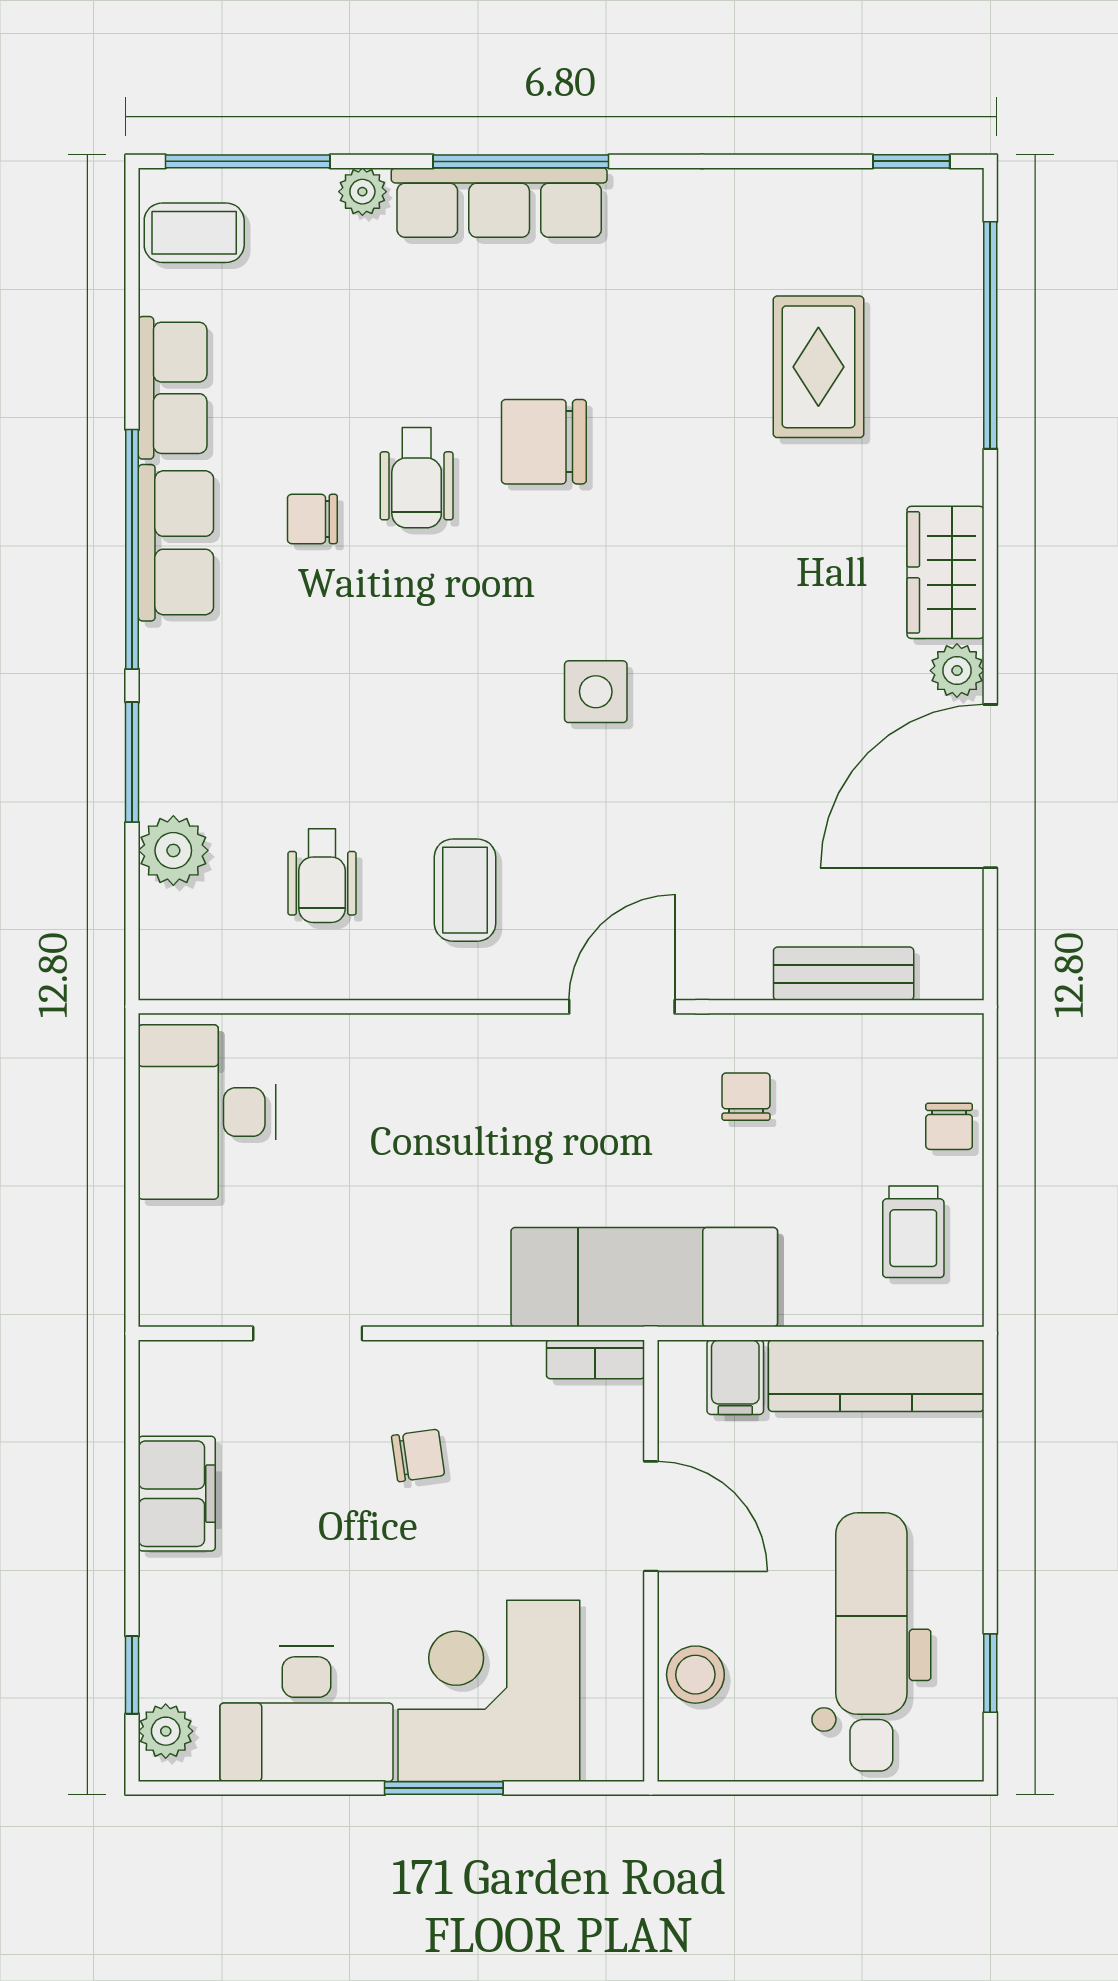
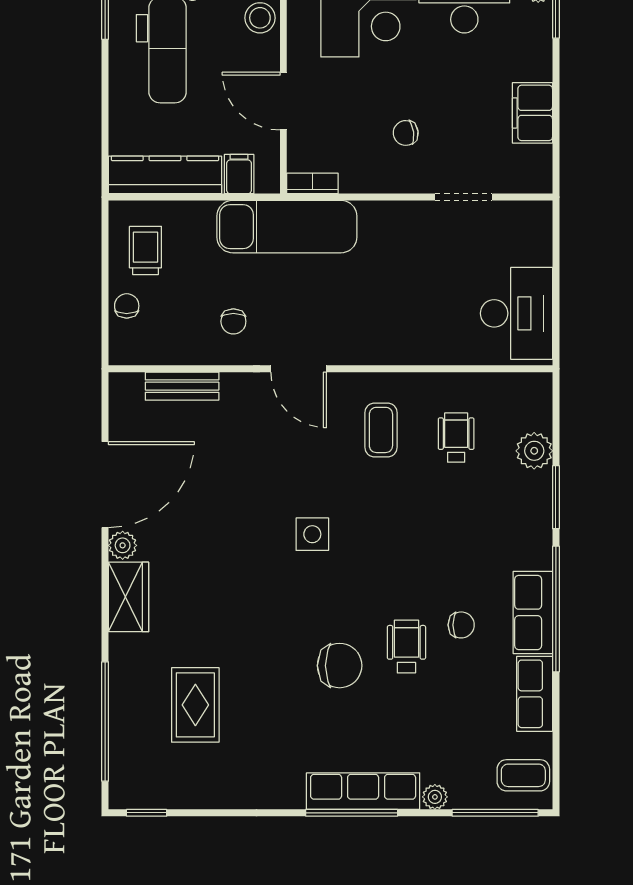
door: (622, 1007) -> (299, 369), hinge flipped

